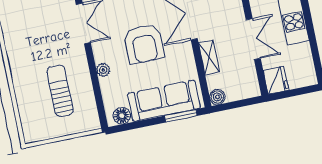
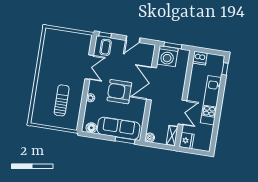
armchair: (144, 44) -> (119, 92), turned 90
shelving: (209, 57) -> (172, 136), moved

